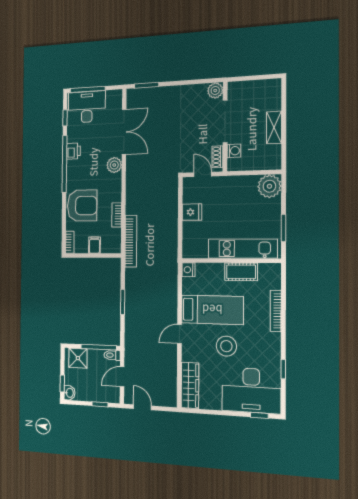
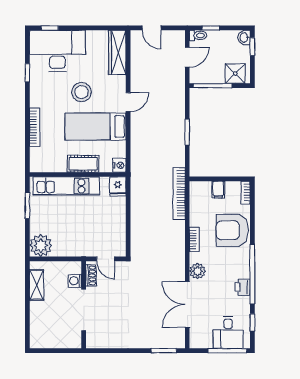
plant: (215, 90) -> (94, 341), removed
desk: (87, 107) -> (228, 332), width x0.73
shelving: (274, 127) -> (37, 285), moved
fridge: (192, 212) -> (118, 186), moved, turned -90
bookcase: (117, 215) -> (194, 239), moved
cot: (241, 272) -> (83, 164), moved
toilet: (112, 355) -> (198, 35), moved
door: (142, 407) -> (152, 28), moved

